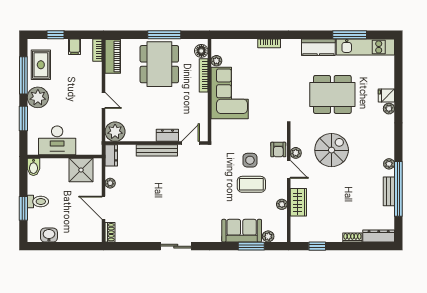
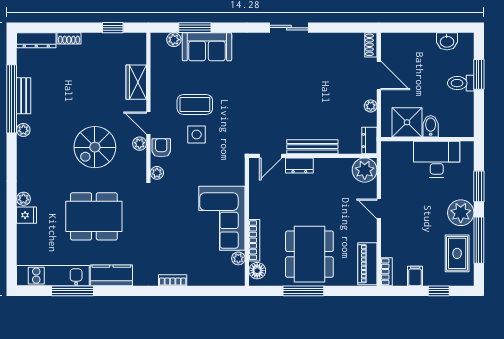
bidet: (33, 167) -> (431, 126), moved
plant: (282, 204) -> (157, 173), moved

